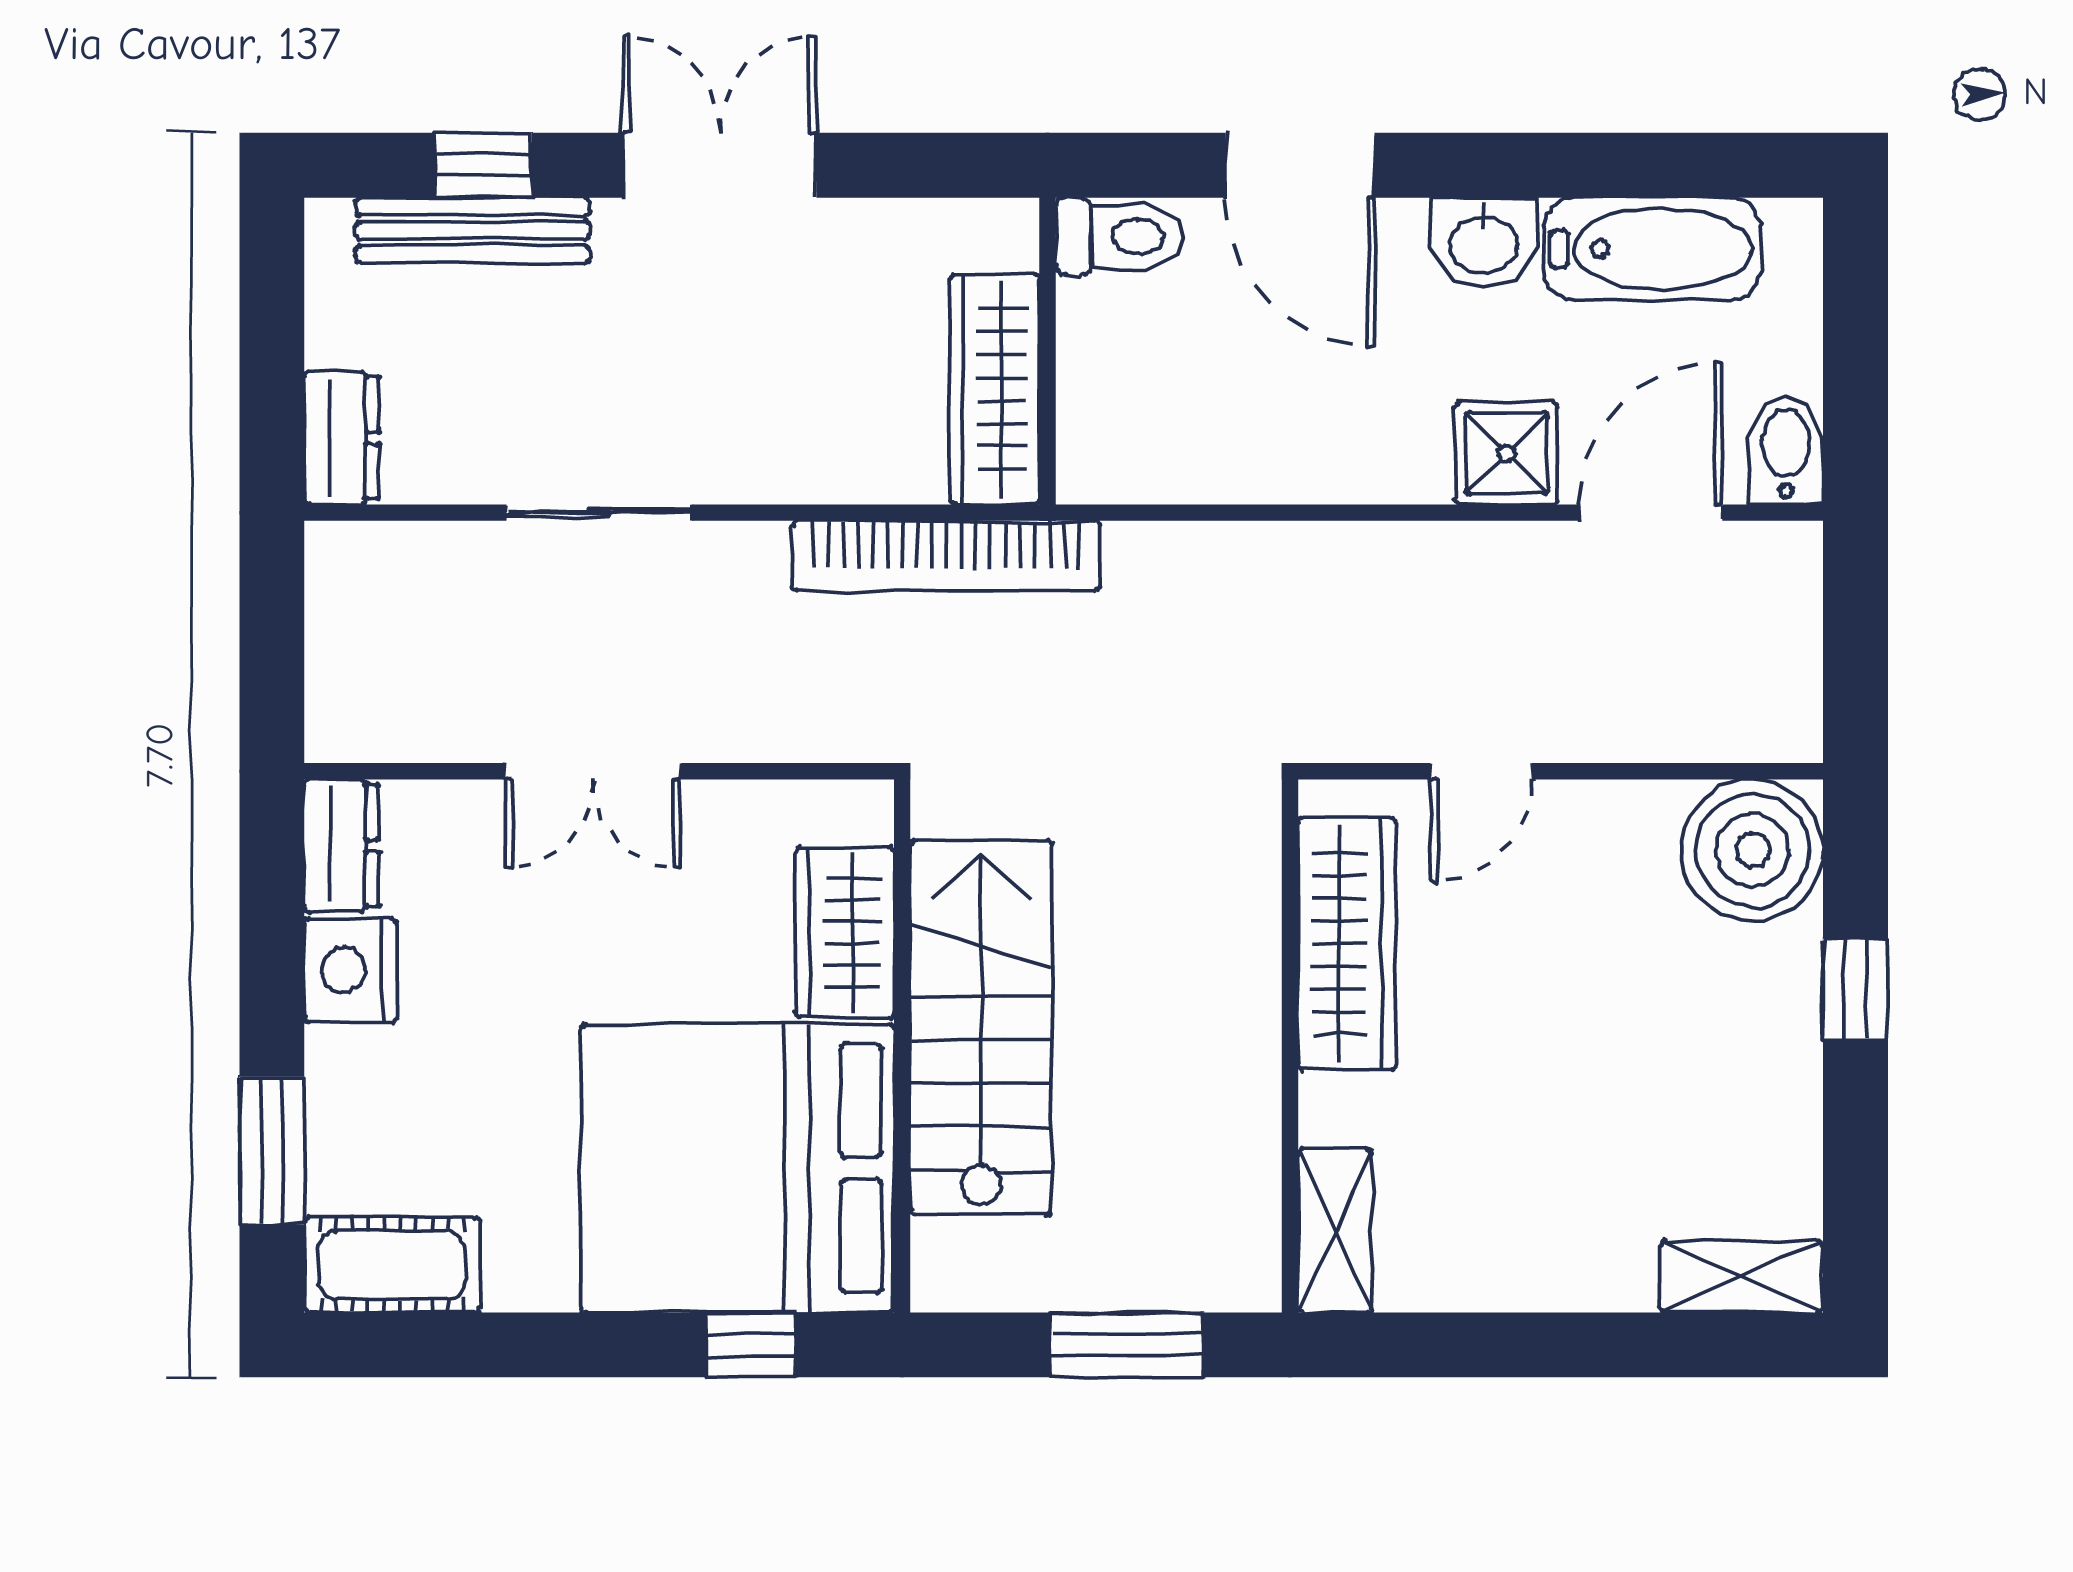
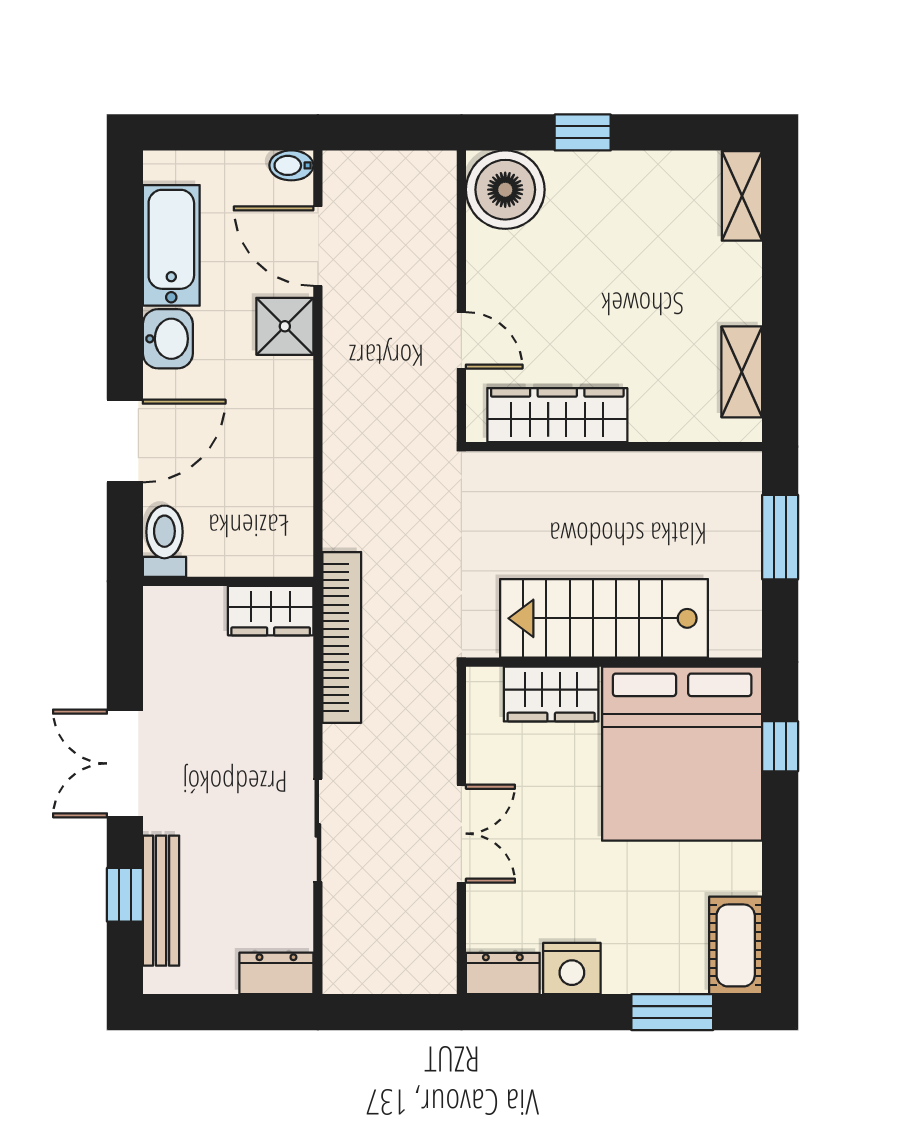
wardrobe: (995, 389) -> (271, 611), width x0.67
bidet: (1786, 451) -> (291, 165), width x0.72, depth x0.74
shelving: (1335, 1231) -> (742, 372), moved, turned 90

